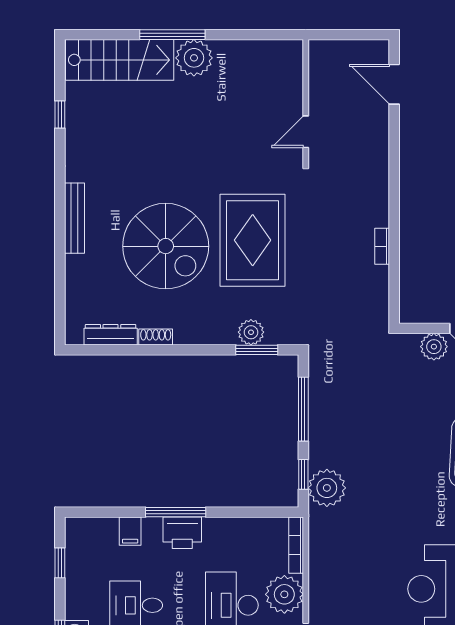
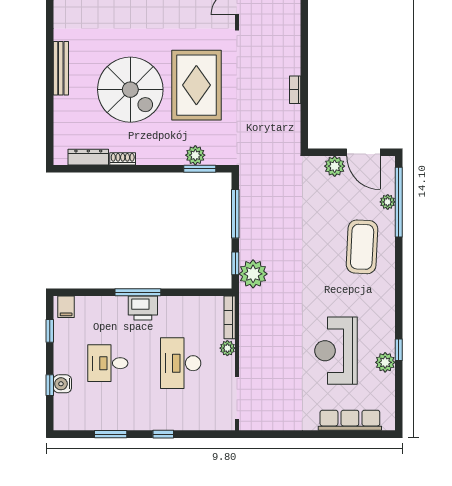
filing cabinet: (130, 531) -> (66, 307), moved
plant: (284, 594) -> (227, 348), width x0.53, depth x0.53

